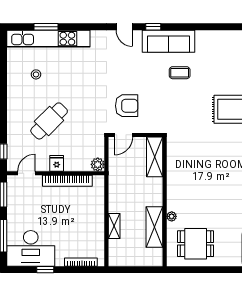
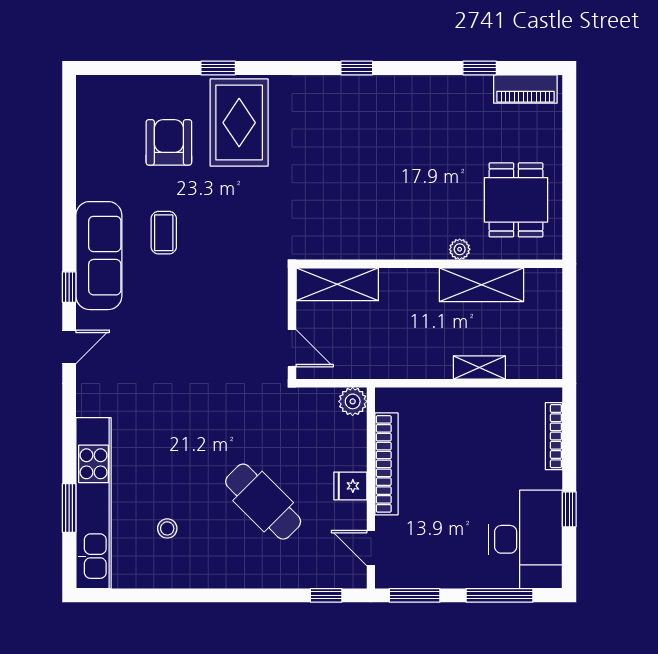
armchair: (127, 106) -> (169, 142), moved

